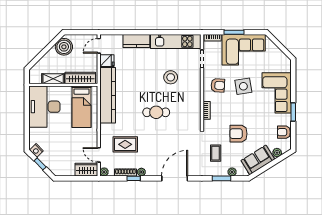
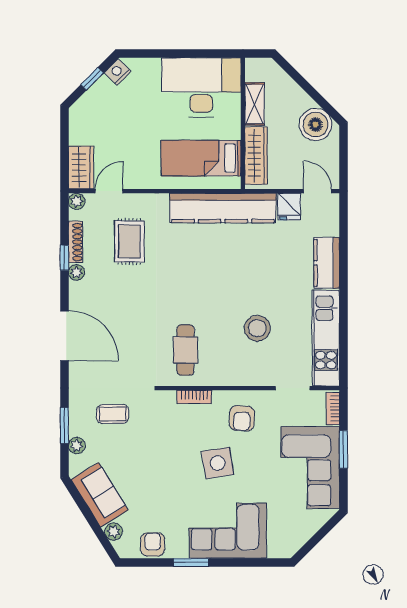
side table: (243, 86) -> (218, 463), moved
cafe table: (156, 112) -> (185, 350), moved
armchair: (238, 134) -> (150, 458), removed

